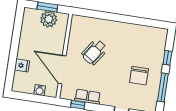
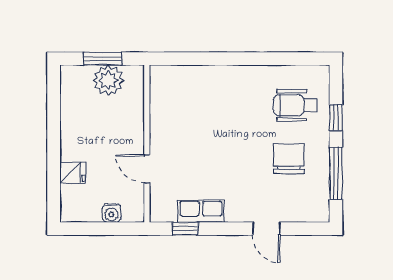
wheelchair: (94, 52) -> (295, 105), moved, turned 56
door: (62, 70) -> (147, 169), width x0.53
chair: (139, 76) -> (289, 158), turned 180

